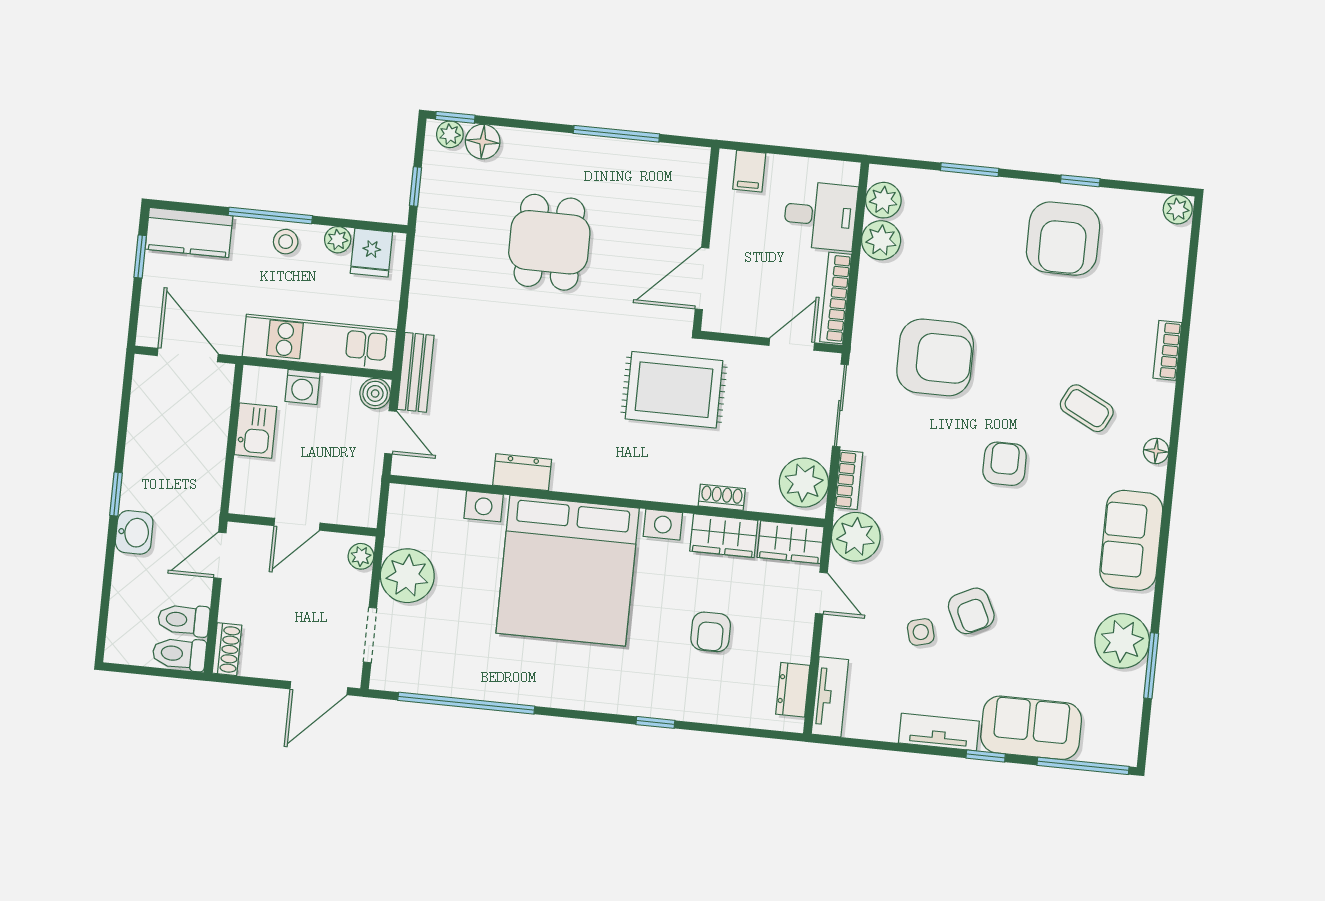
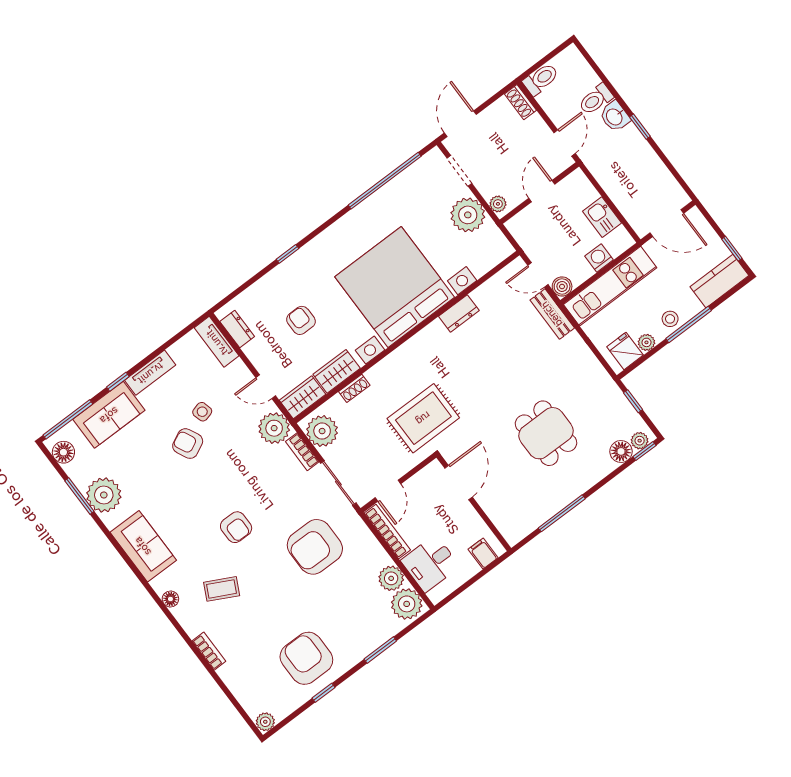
plant: (883, 200) -> (407, 604), width x1.36, depth x1.36
toilet: (184, 620) -> (596, 99), moved, turned 180
floor lamp: (1123, 733) -> (63, 452), added

